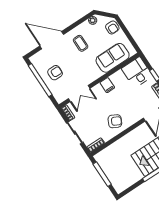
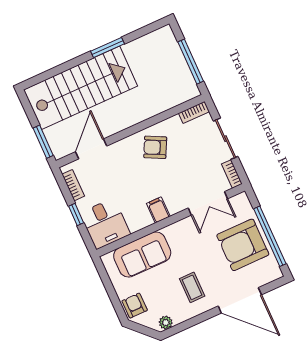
armchair: (55, 73) -> (243, 245), width x1.88, depth x1.88
double door: (79, 94) -> (208, 203), swing flipped

